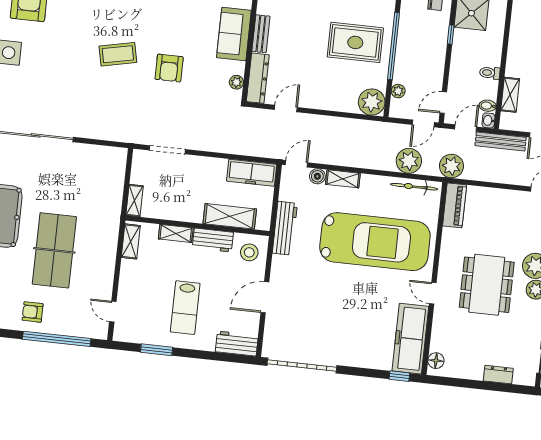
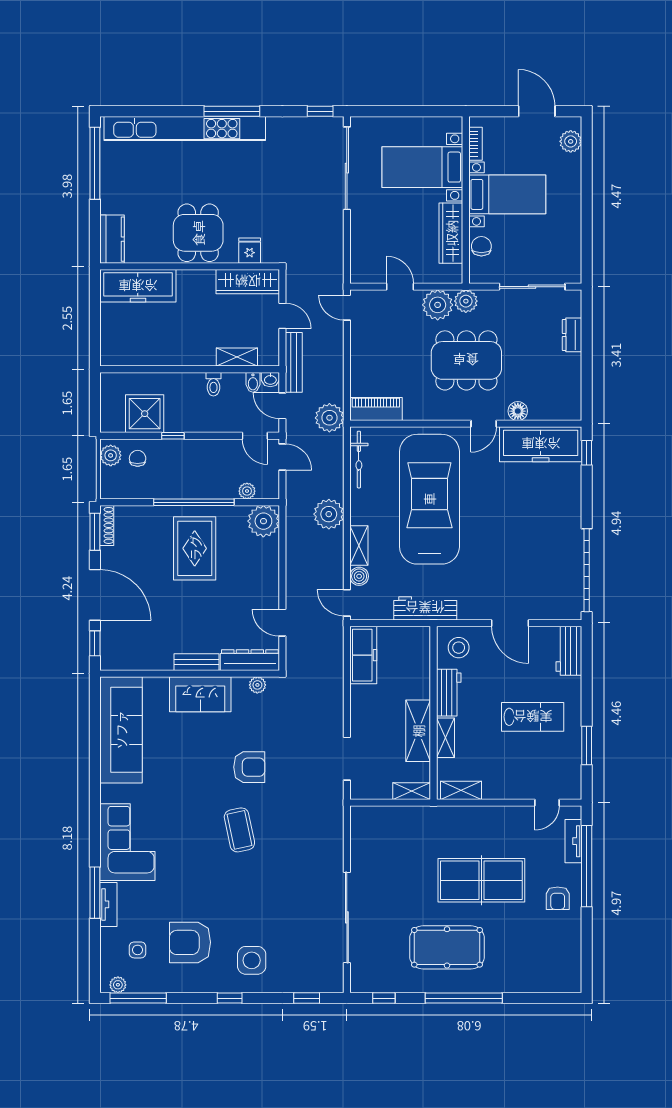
plant: (409, 161) -> (329, 514), moved
shelving: (230, 216) -> (418, 731), moved
tv unit: (78, 330) -> (573, 841), added
floor lamp: (436, 361) -> (518, 411), moved

